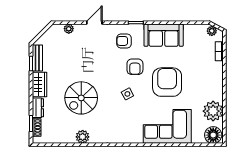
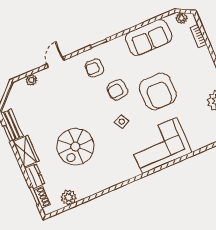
sofa: (164, 35) -> (149, 37), moved
armchair: (135, 67) -> (117, 90), turned 83
armchair: (167, 82) -> (158, 91), turned 180
corner sofa: (167, 126) -> (160, 145), moved
plant: (83, 137) -> (69, 197), moved

